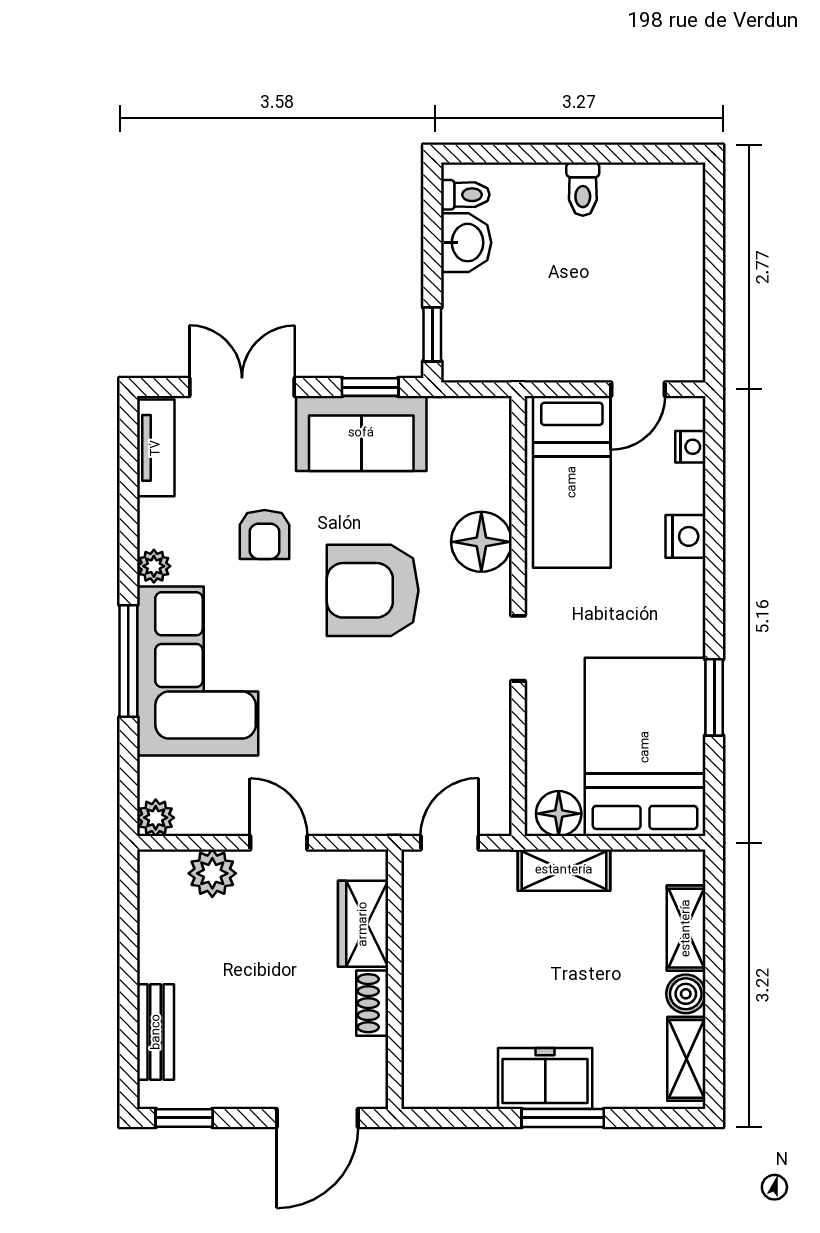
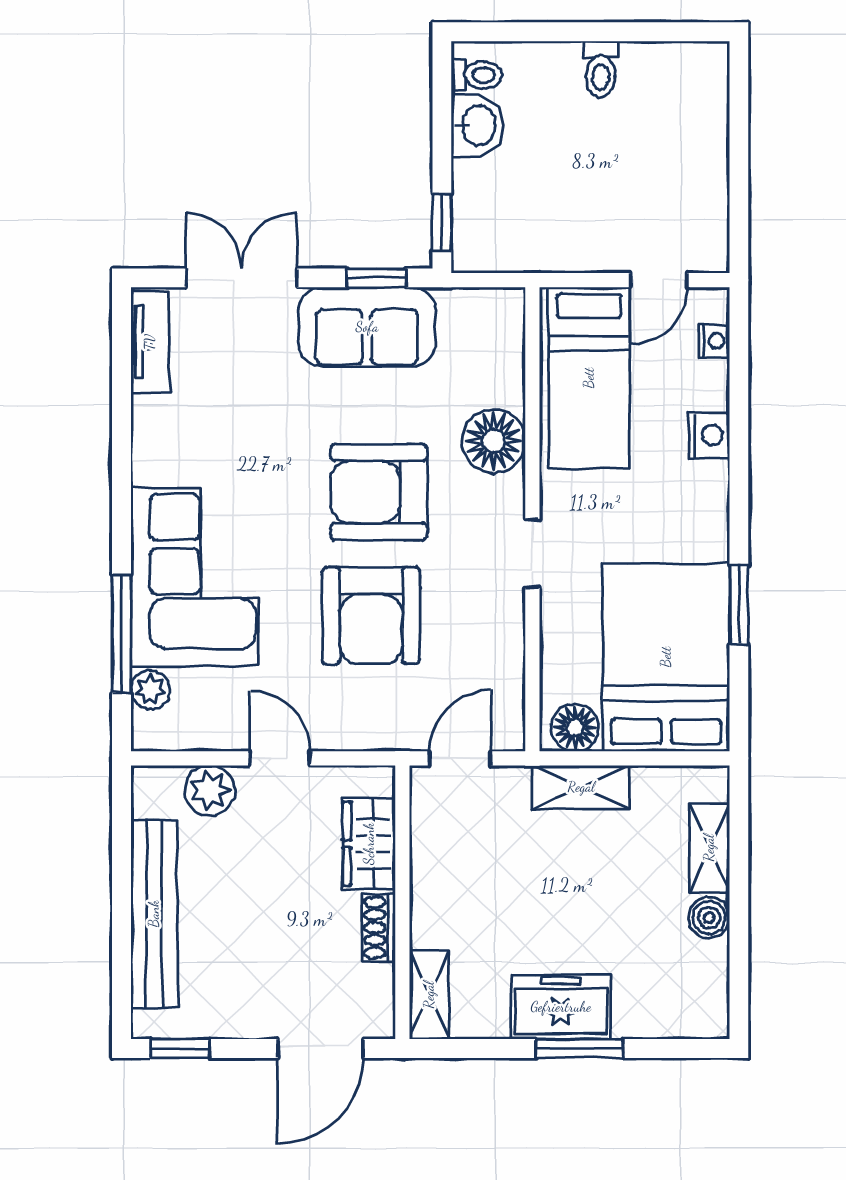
armchair: (265, 534) -> (371, 616), moved, width x1.88, depth x1.88
plant: (154, 566) -> (148, 467), removed
window: (128, 661) -> (122, 634), moved
plant: (156, 818) -> (150, 690), moved
bench: (156, 1032) -> (154, 914), width x1.86, depth x1.21
shelving: (686, 1059) -> (429, 995), moved

